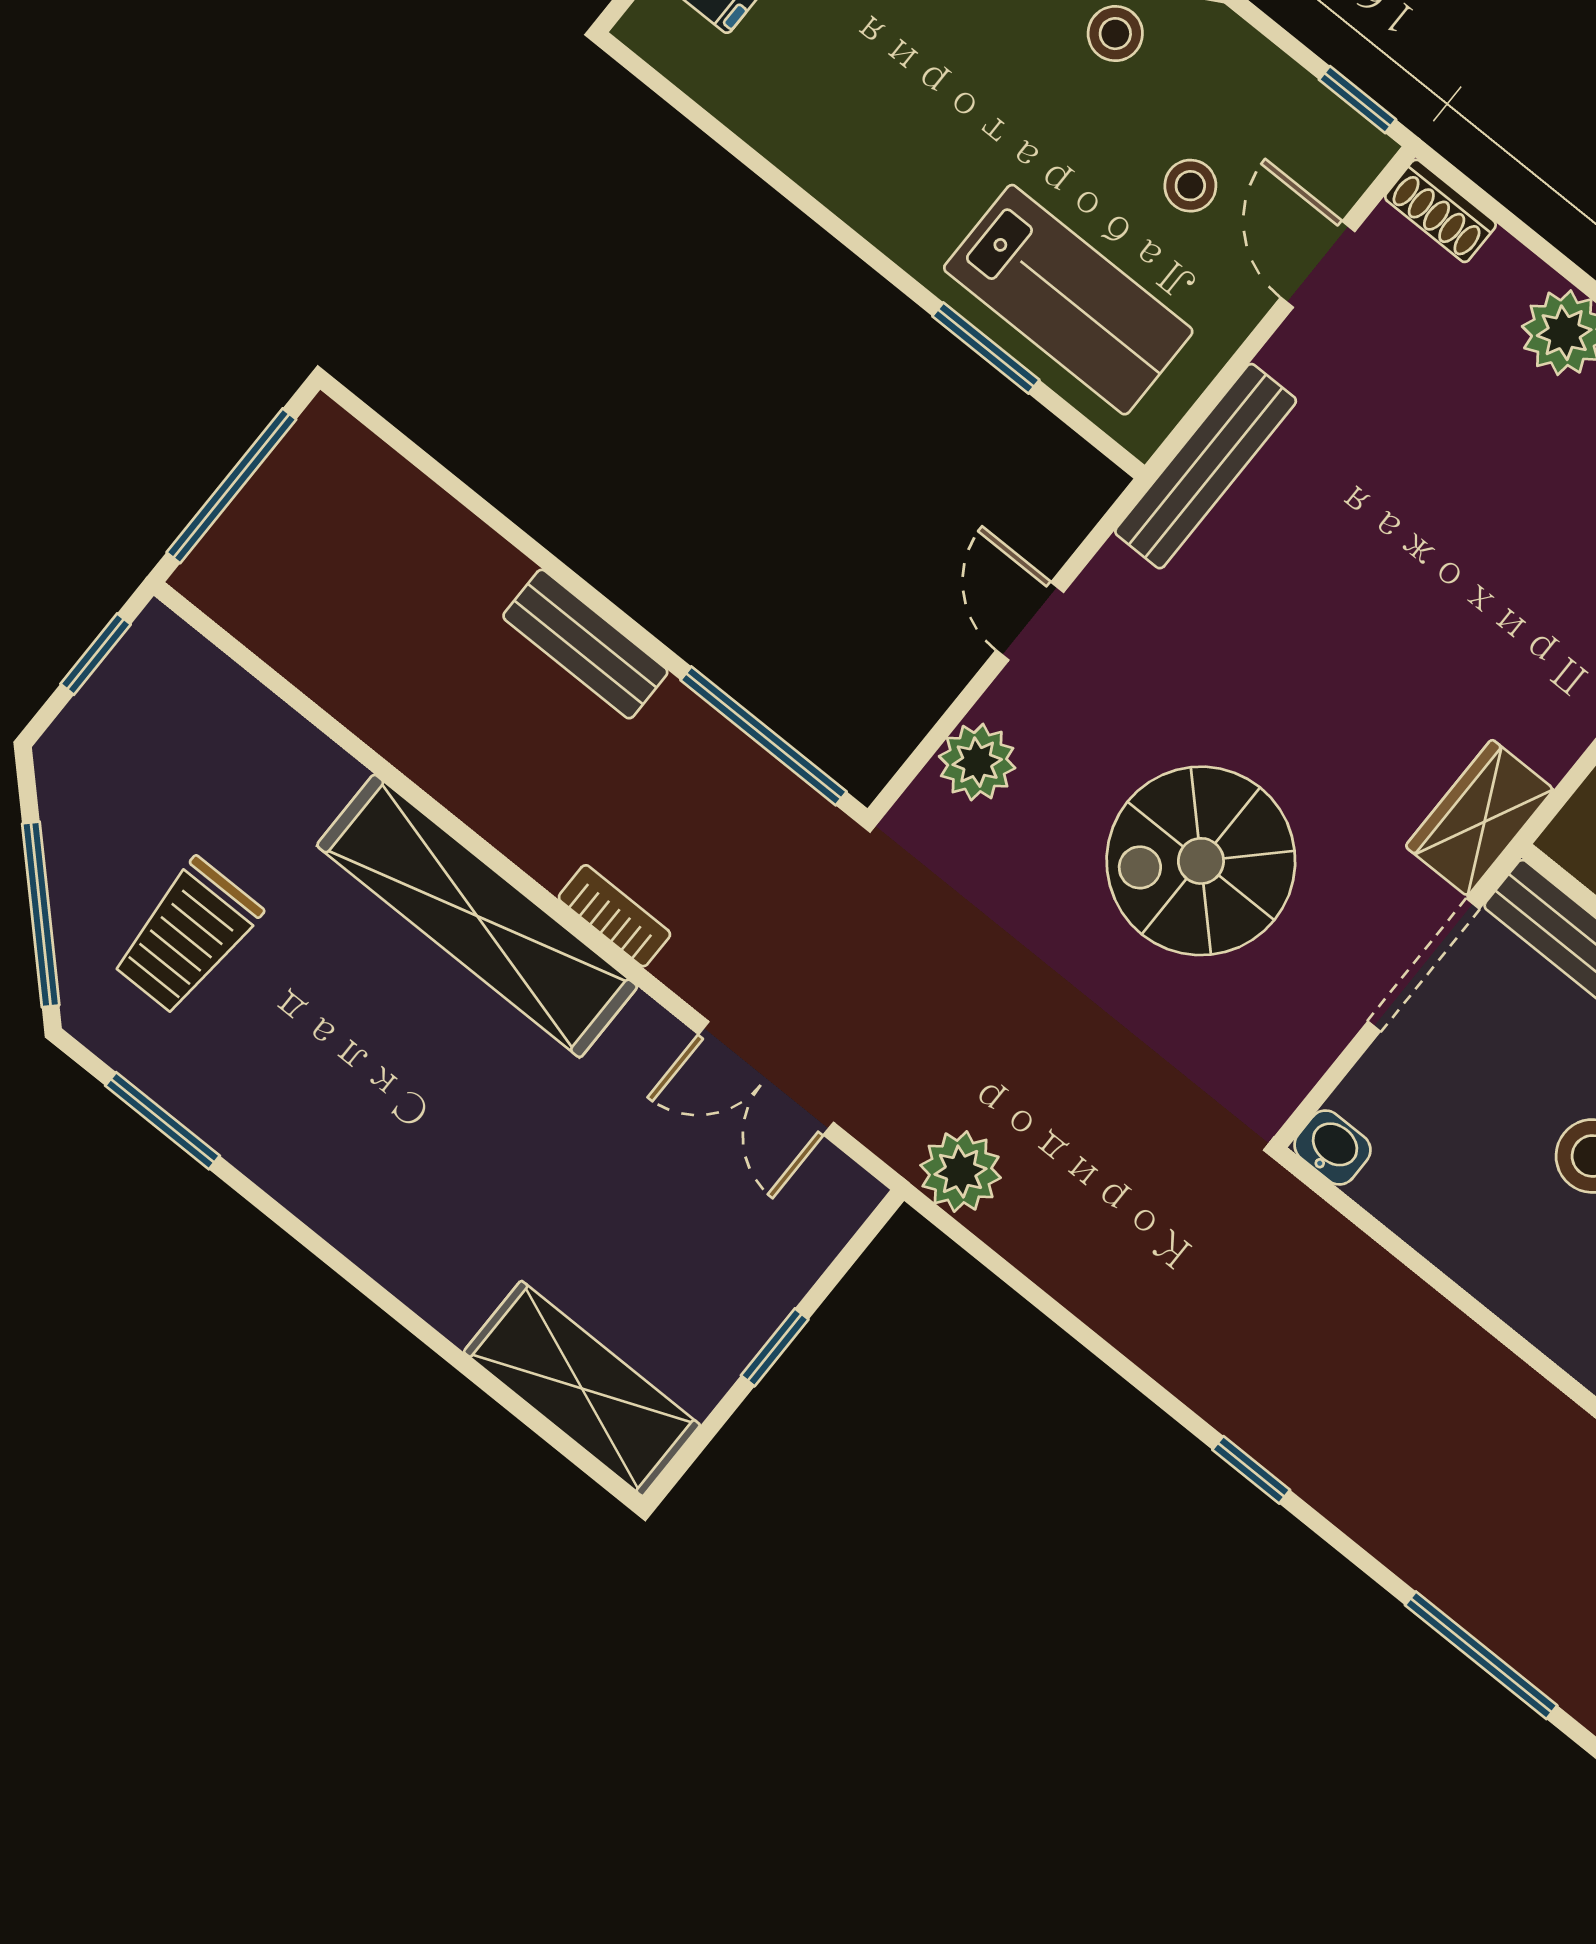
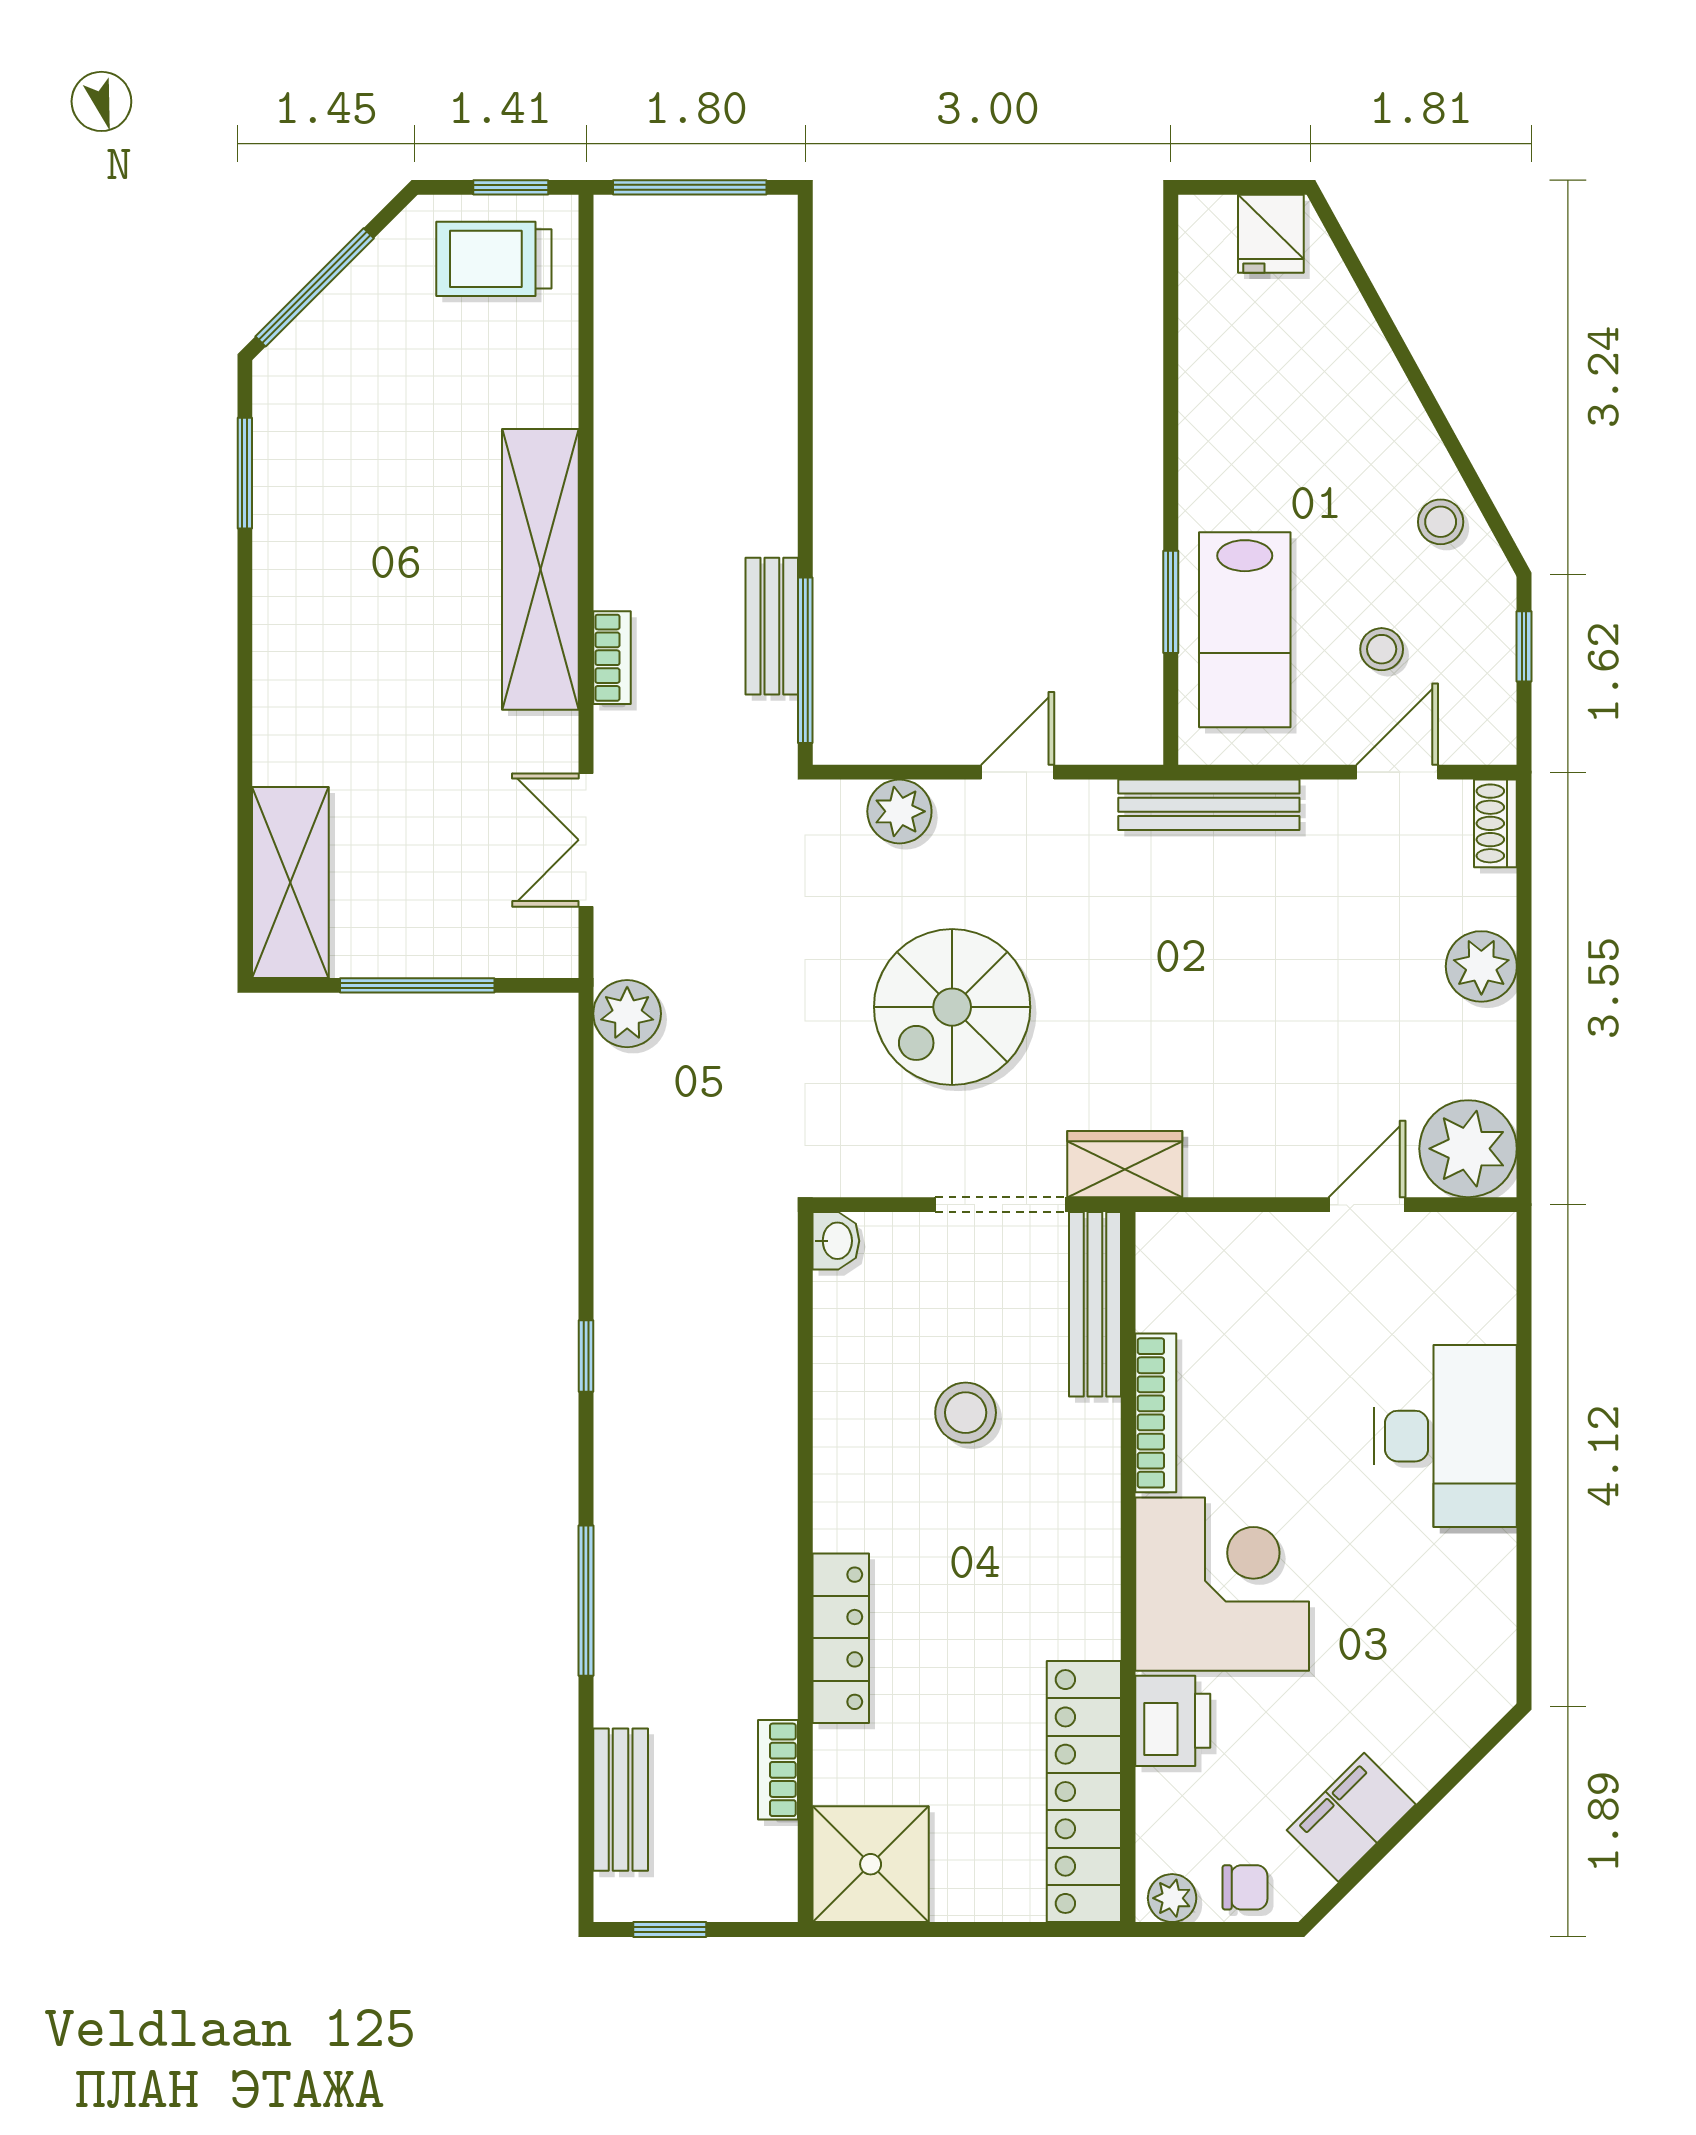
window: (1358, 100) -> (1524, 646), moved
bench: (585, 644) -> (772, 626), moved
spiral stairs: (1201, 861) -> (952, 1007), turned -90
trolley: (187, 936) -> (494, 259), moved
window: (775, 1347) -> (417, 985), width x2.17

